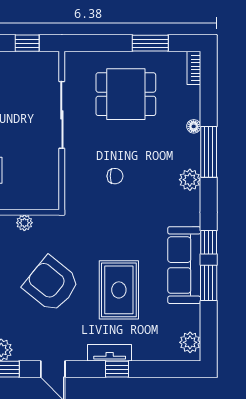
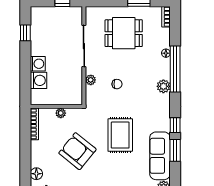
window: (209, 152) -> (175, 69), width x1.46
plant: (72, 169) -> (91, 80), added
sofa: (184, 265) -> (160, 156), moved
rug: (119, 290) -> (120, 135), moved

